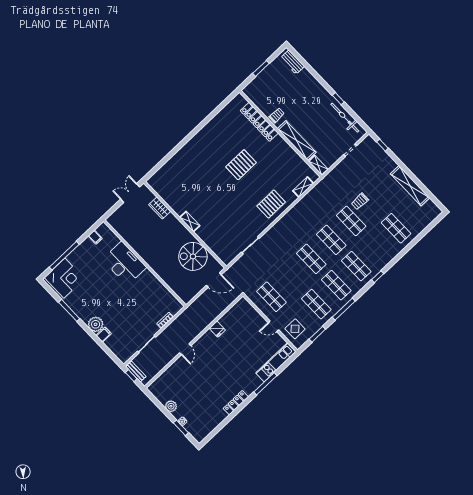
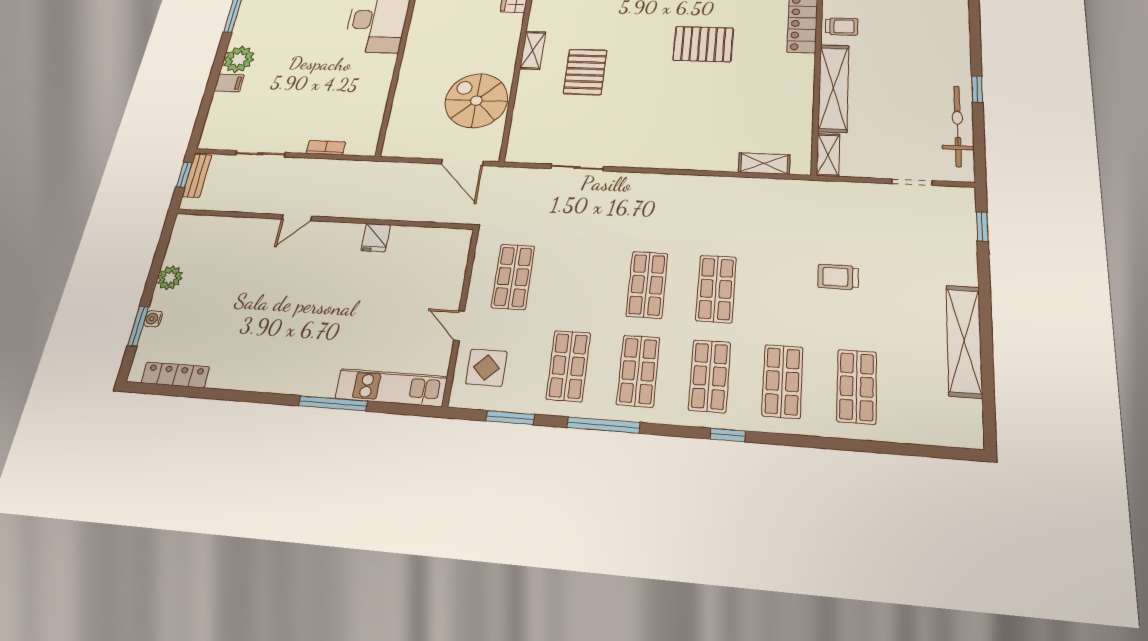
pallet: (271, 204) -> (585, 72), moved, turned 90
shop shelf: (351, 221) -> (782, 381), moved
locker: (236, 403) -> (175, 375), moved

